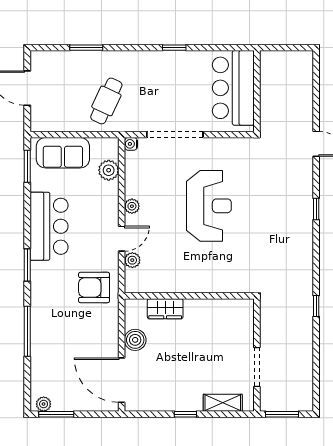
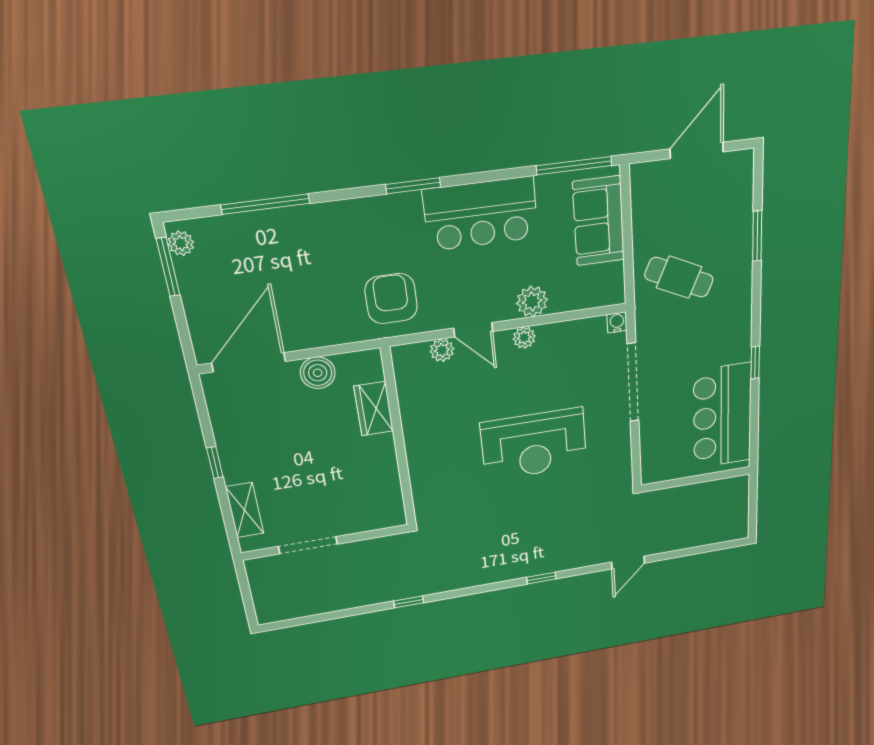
bar counter: (233, 88) -> (722, 416), moved, turned -90
window: (27, 166) -> (574, 166), width x1.44
plant: (109, 170) -> (532, 301), moved
window: (27, 331) -> (265, 204), moved
window: (282, 414) -> (245, 589), removed

